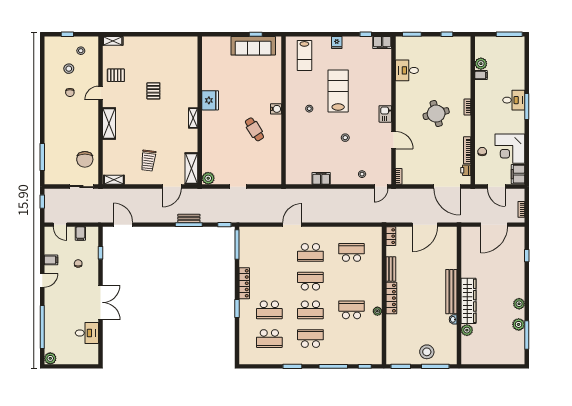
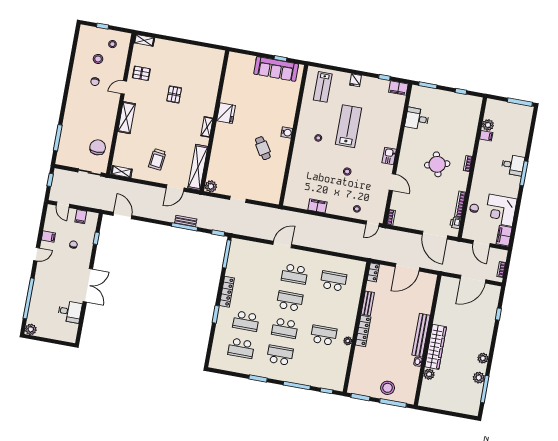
chair: (85, 159) -> (98, 147), turned 180
shelving: (191, 168) -> (198, 167), width x1.47

